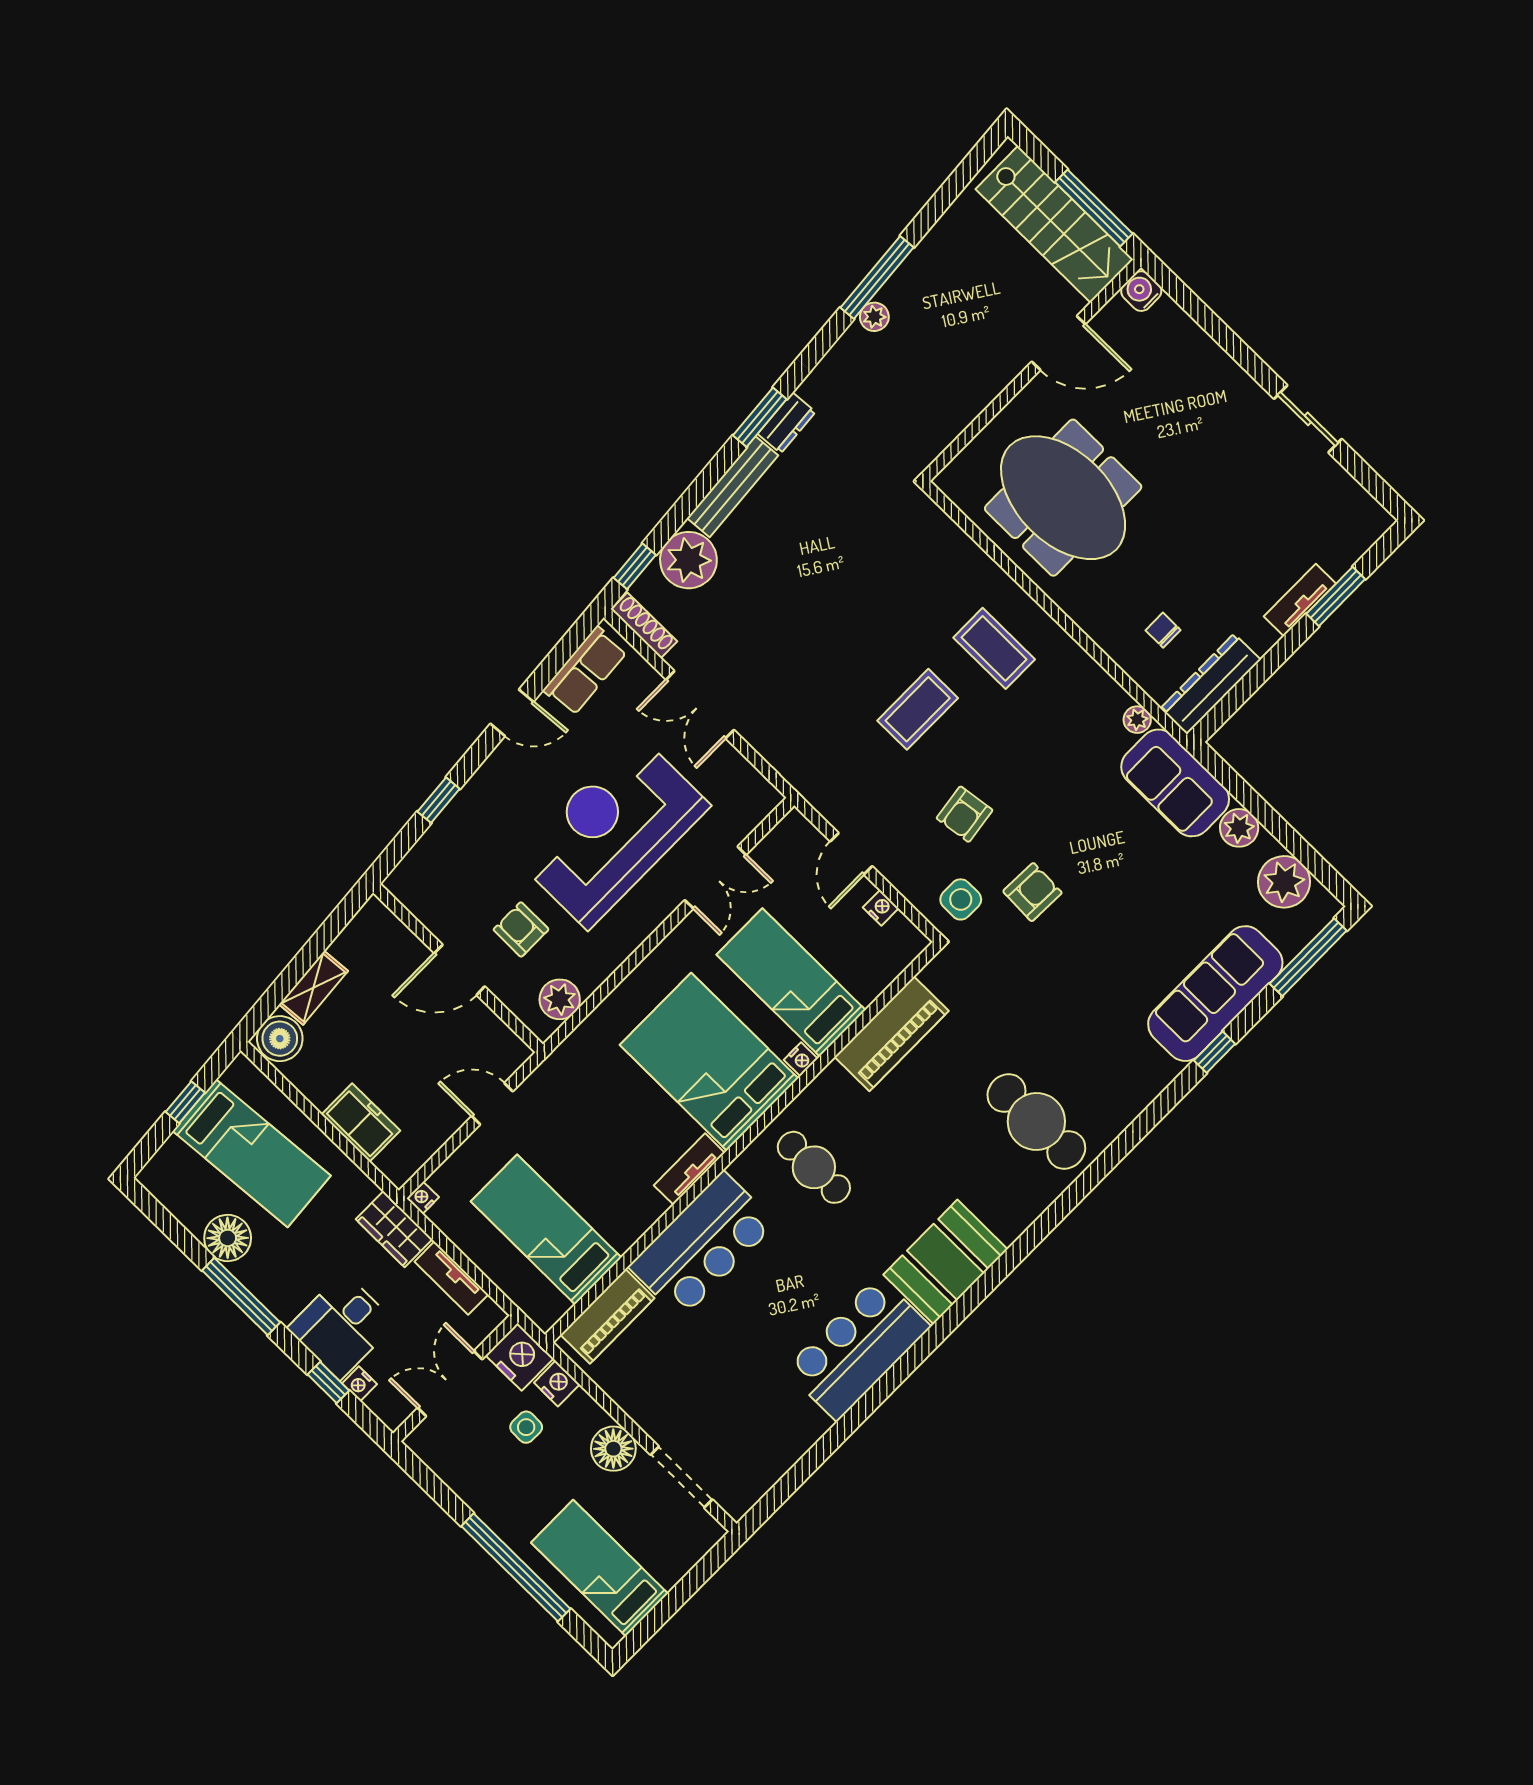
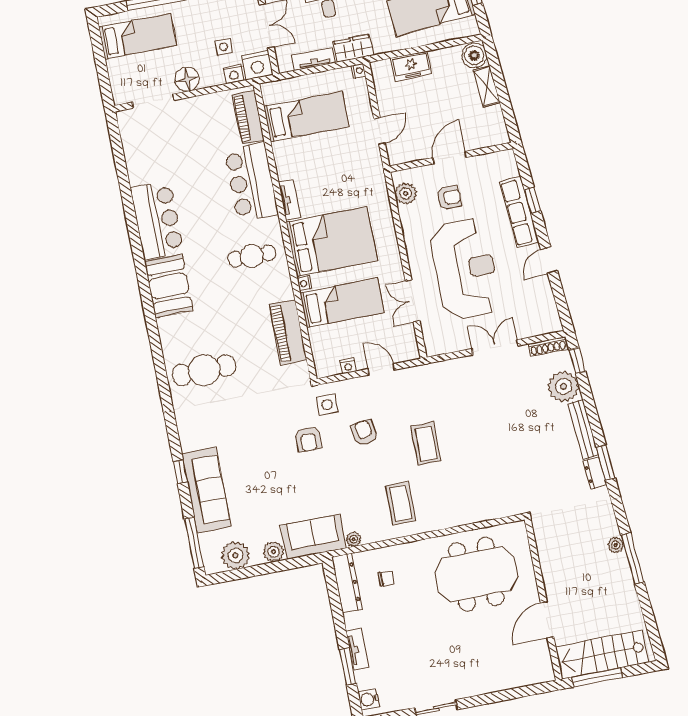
water cooler: (1141, 291) -> (369, 699), moved, turned 180
coffee table: (994, 648) -> (401, 503), moved, turned 90
row of seats: (585, 671) -> (519, 212), moved, width x1.48

